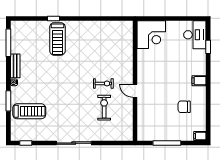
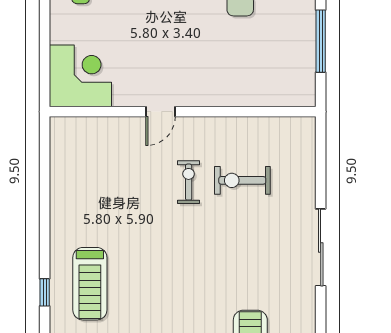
treadmill: (57, 39) -> (90, 284), turned 90
door: (135, 91) -> (160, 112), moved

